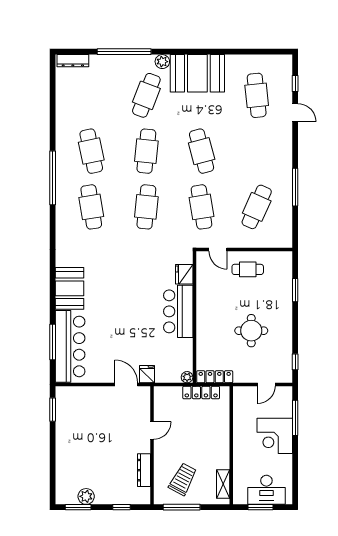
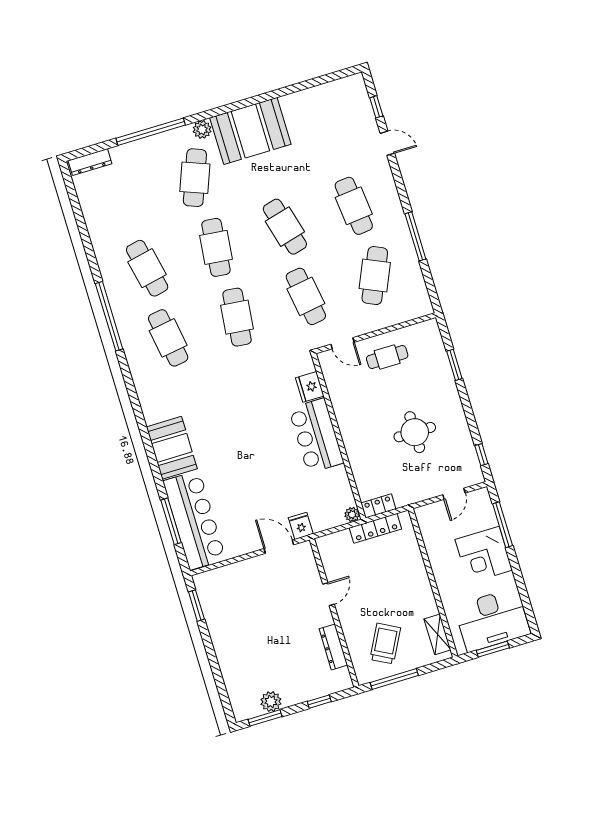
cafe table: (257, 95) -> (354, 206), moved
locker: (215, 377) -> (378, 506), width x0.66
desk: (266, 490) -> (492, 620), width x1.36, depth x1.30

